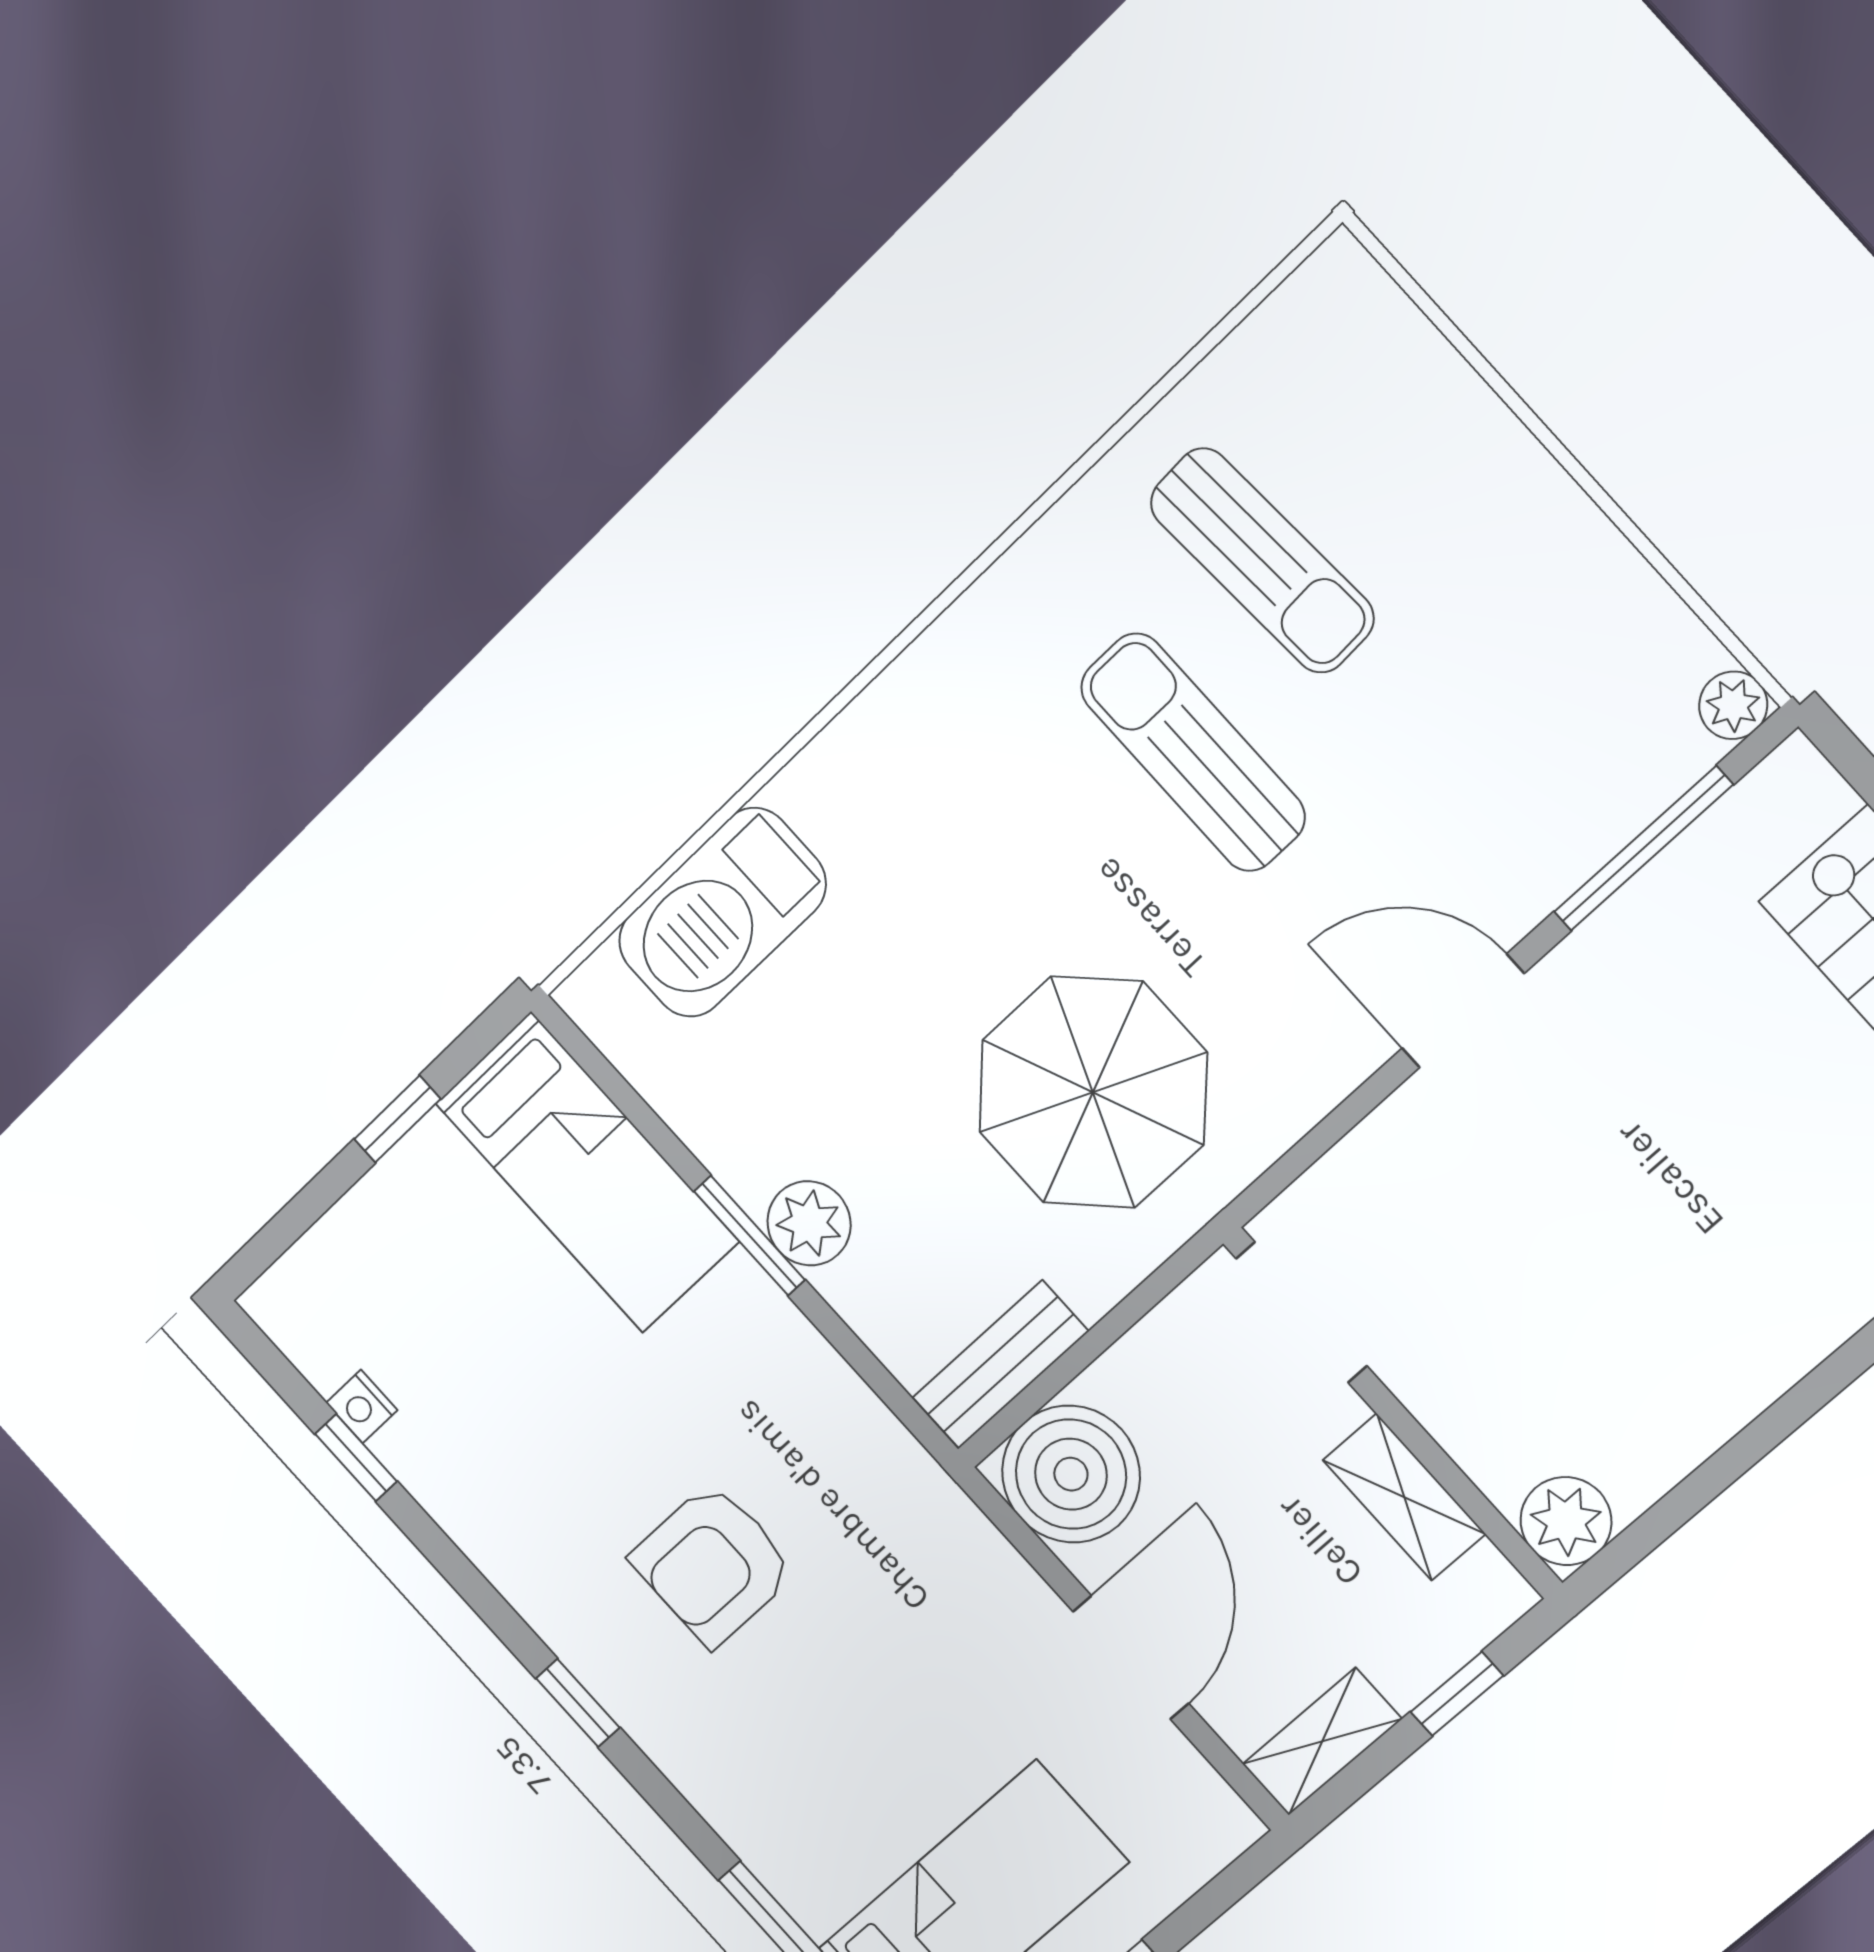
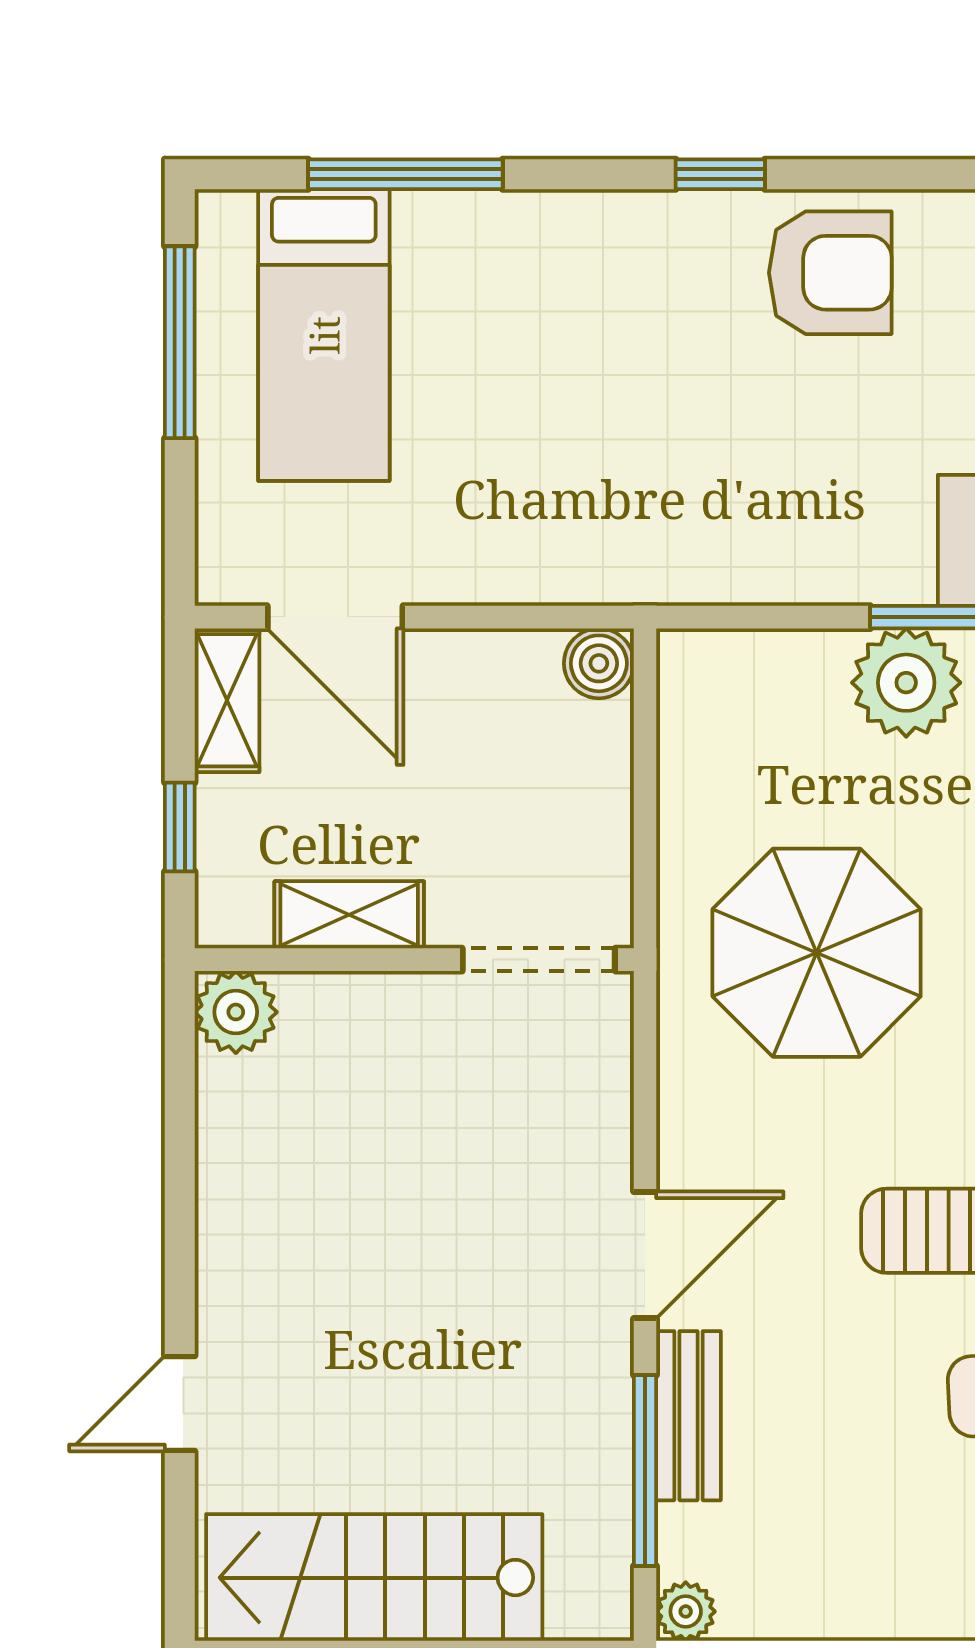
plant: (809, 1223) -> (906, 683), width x1.36, depth x1.36
bench: (1000, 1365) -> (688, 1416), moved
boiler: (1071, 1474) -> (599, 663), width x0.54, depth x0.54
armchair: (713, 1564) -> (830, 273), moved, turned 90
door: (1131, 1657) -> (335, 617), moved

